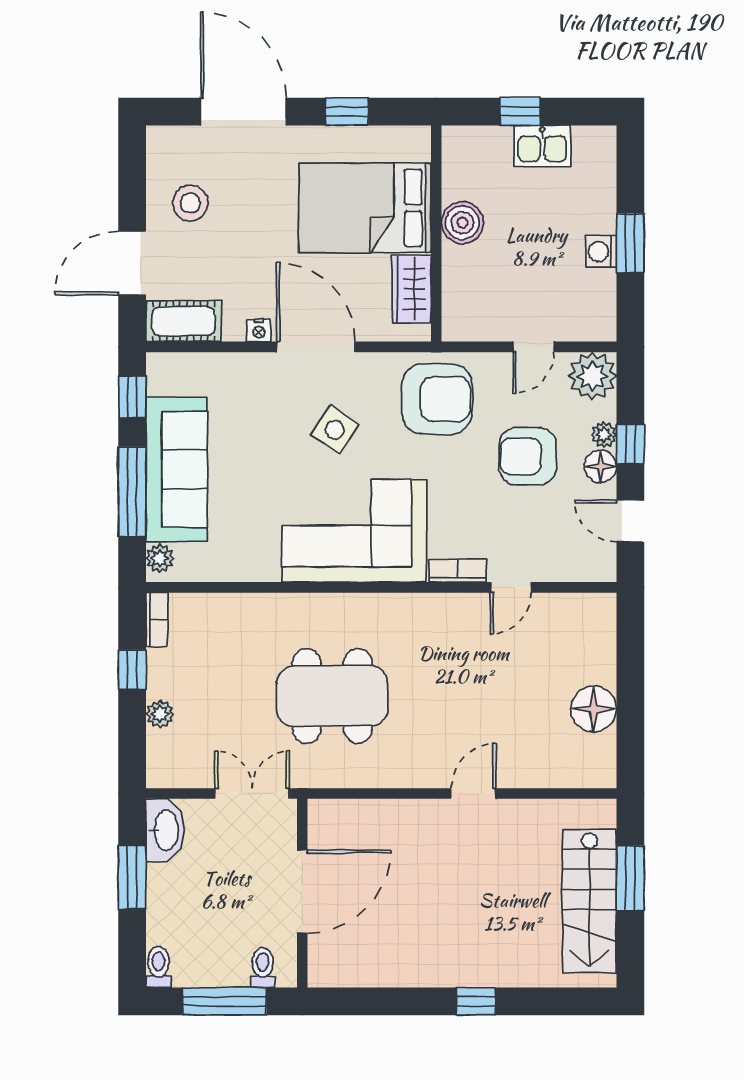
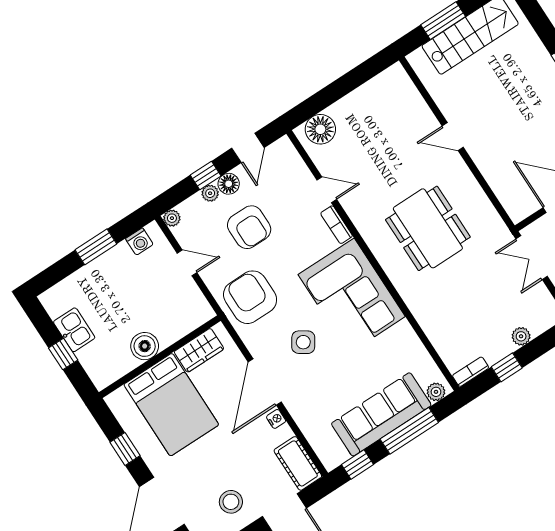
washing machine: (601, 252) -> (139, 242), moved
plant: (592, 376) -> (172, 218), width x0.53, depth x0.53
dining table: (332, 696) -> (428, 228), moved
floor lamp: (594, 709) -> (320, 129), moved

